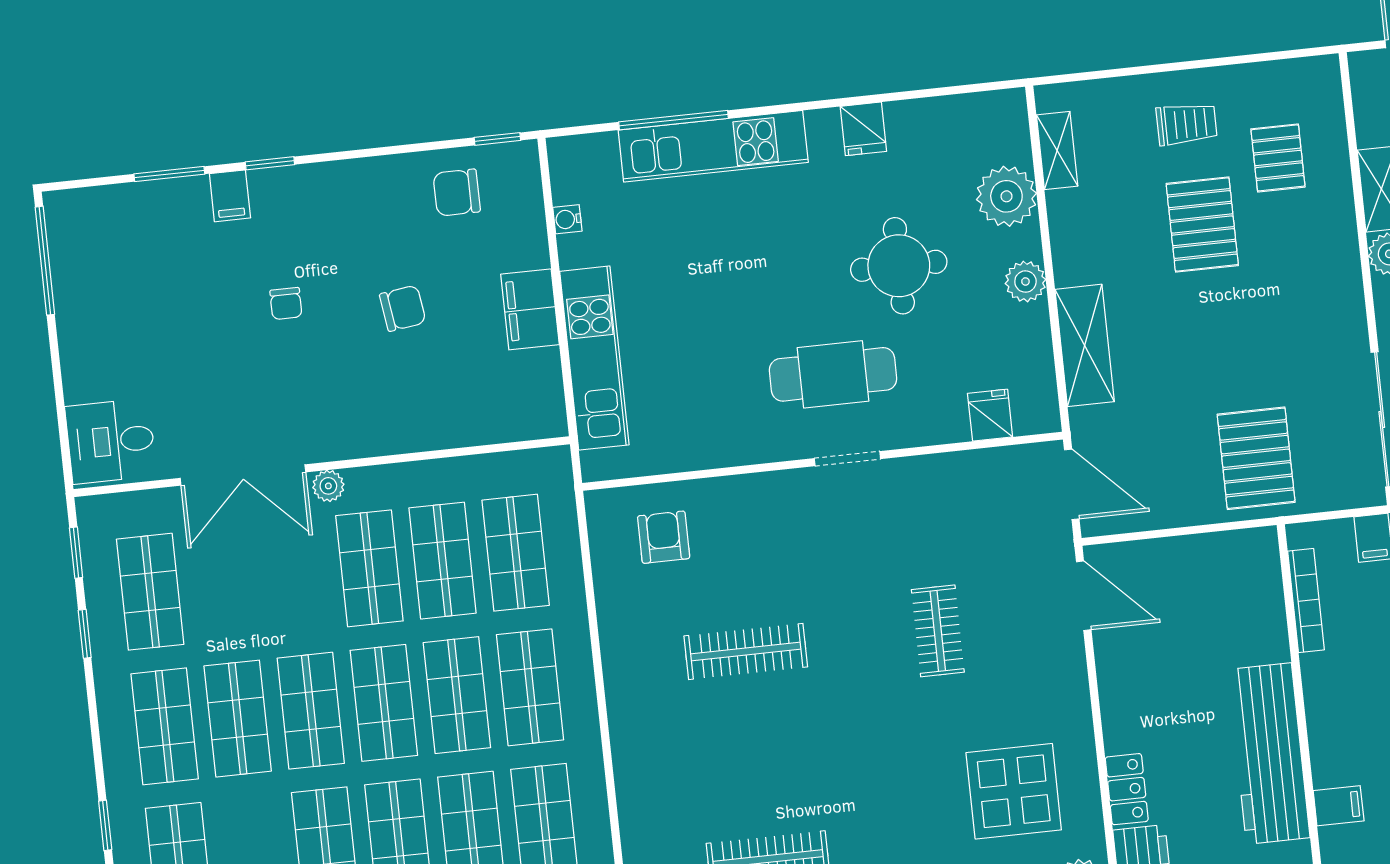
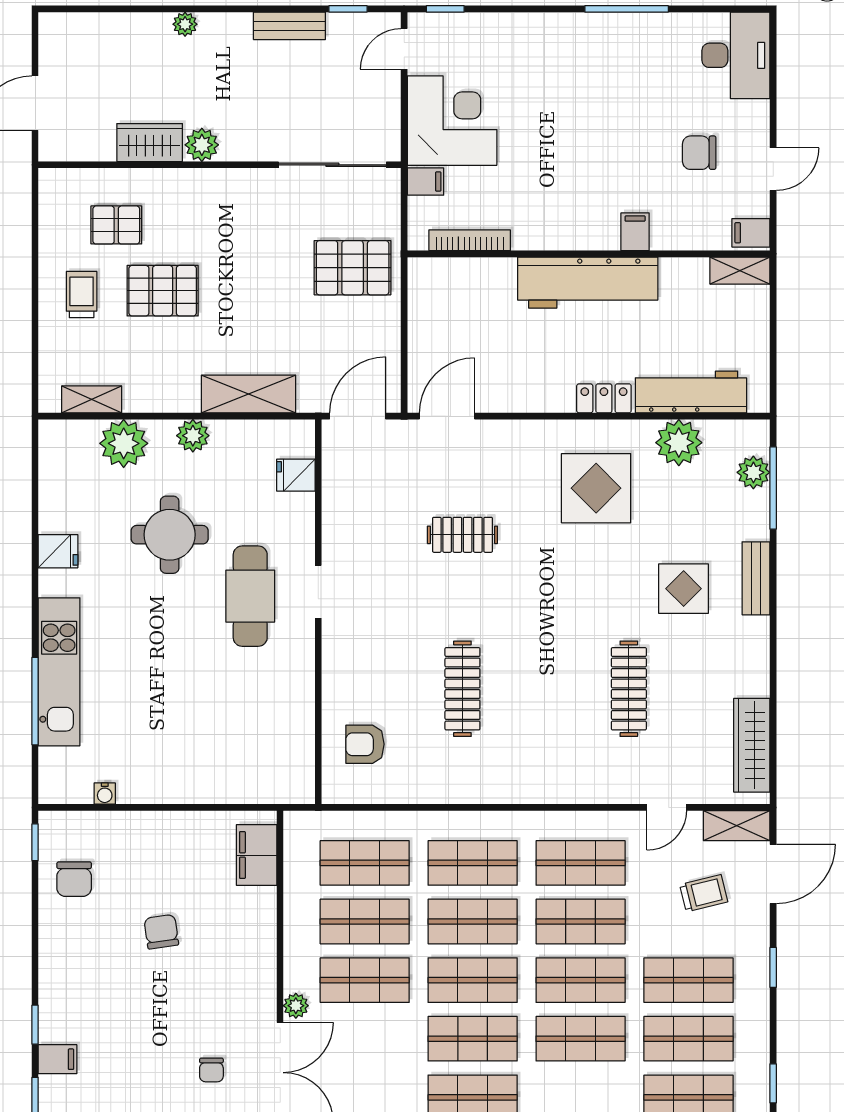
chair: (286, 304) -> (211, 1070), moved, turned 90
filing cabinet: (530, 309) -> (257, 855), moved, turned 90
kitchen unit: (594, 358) -> (217, 784), removed

